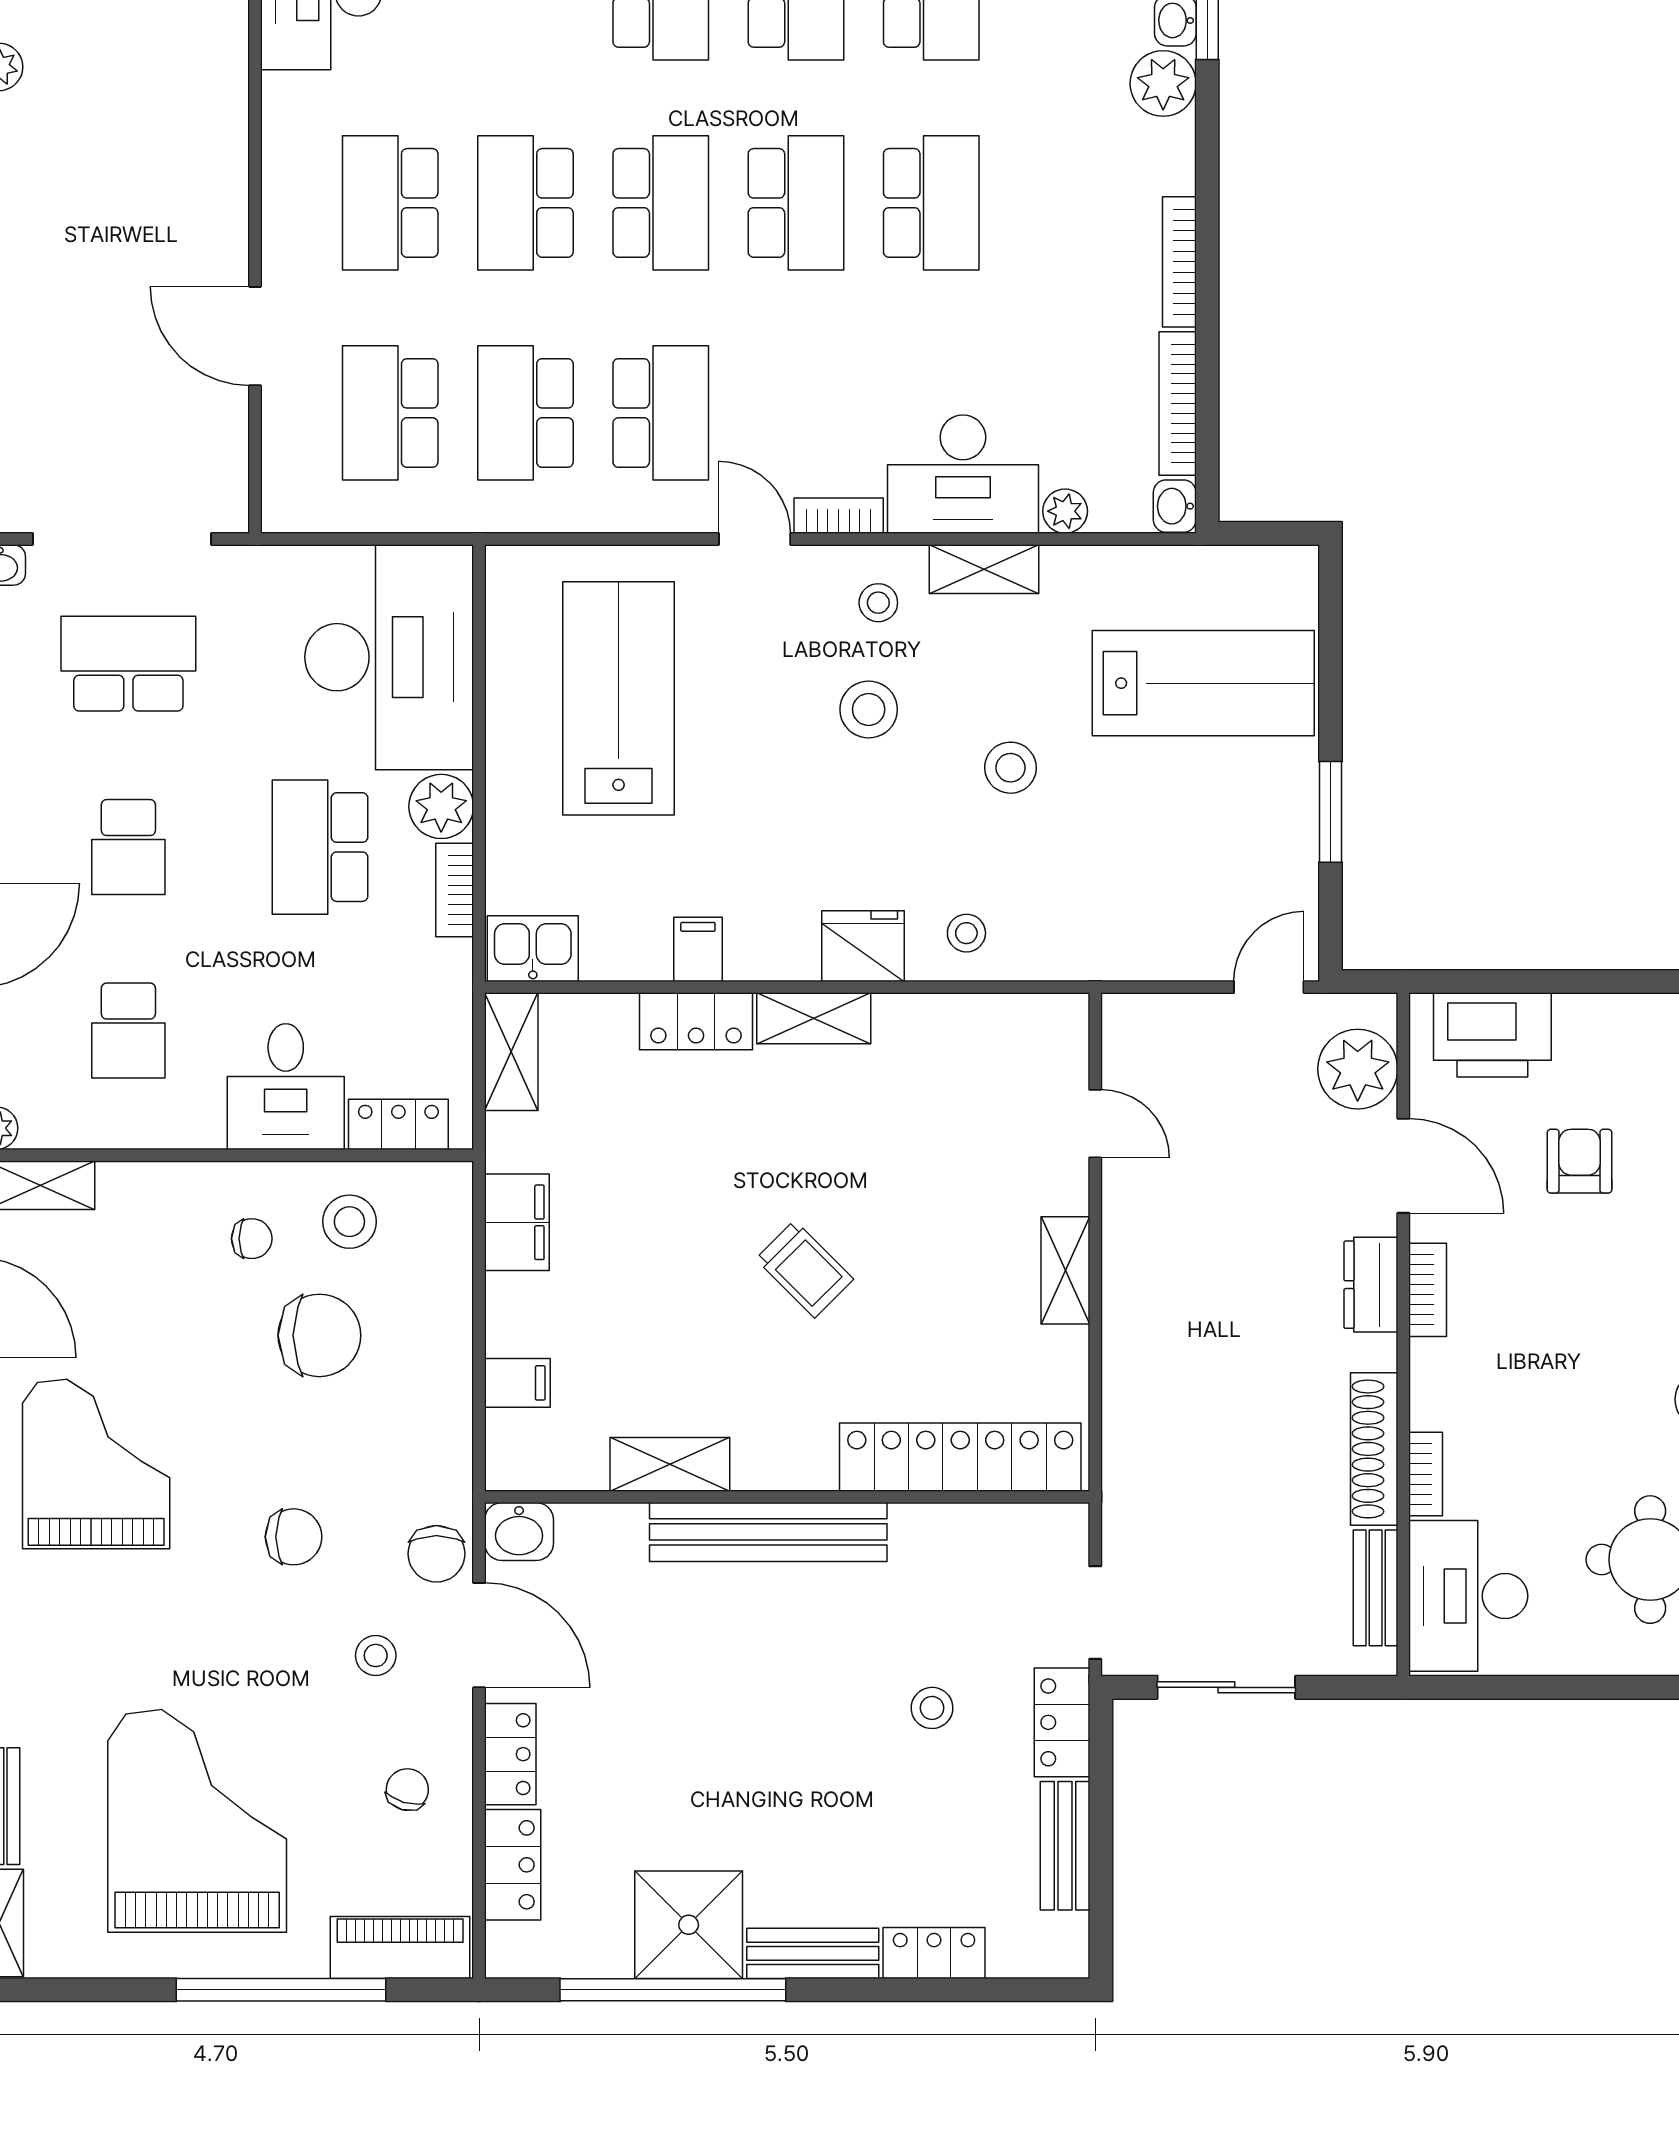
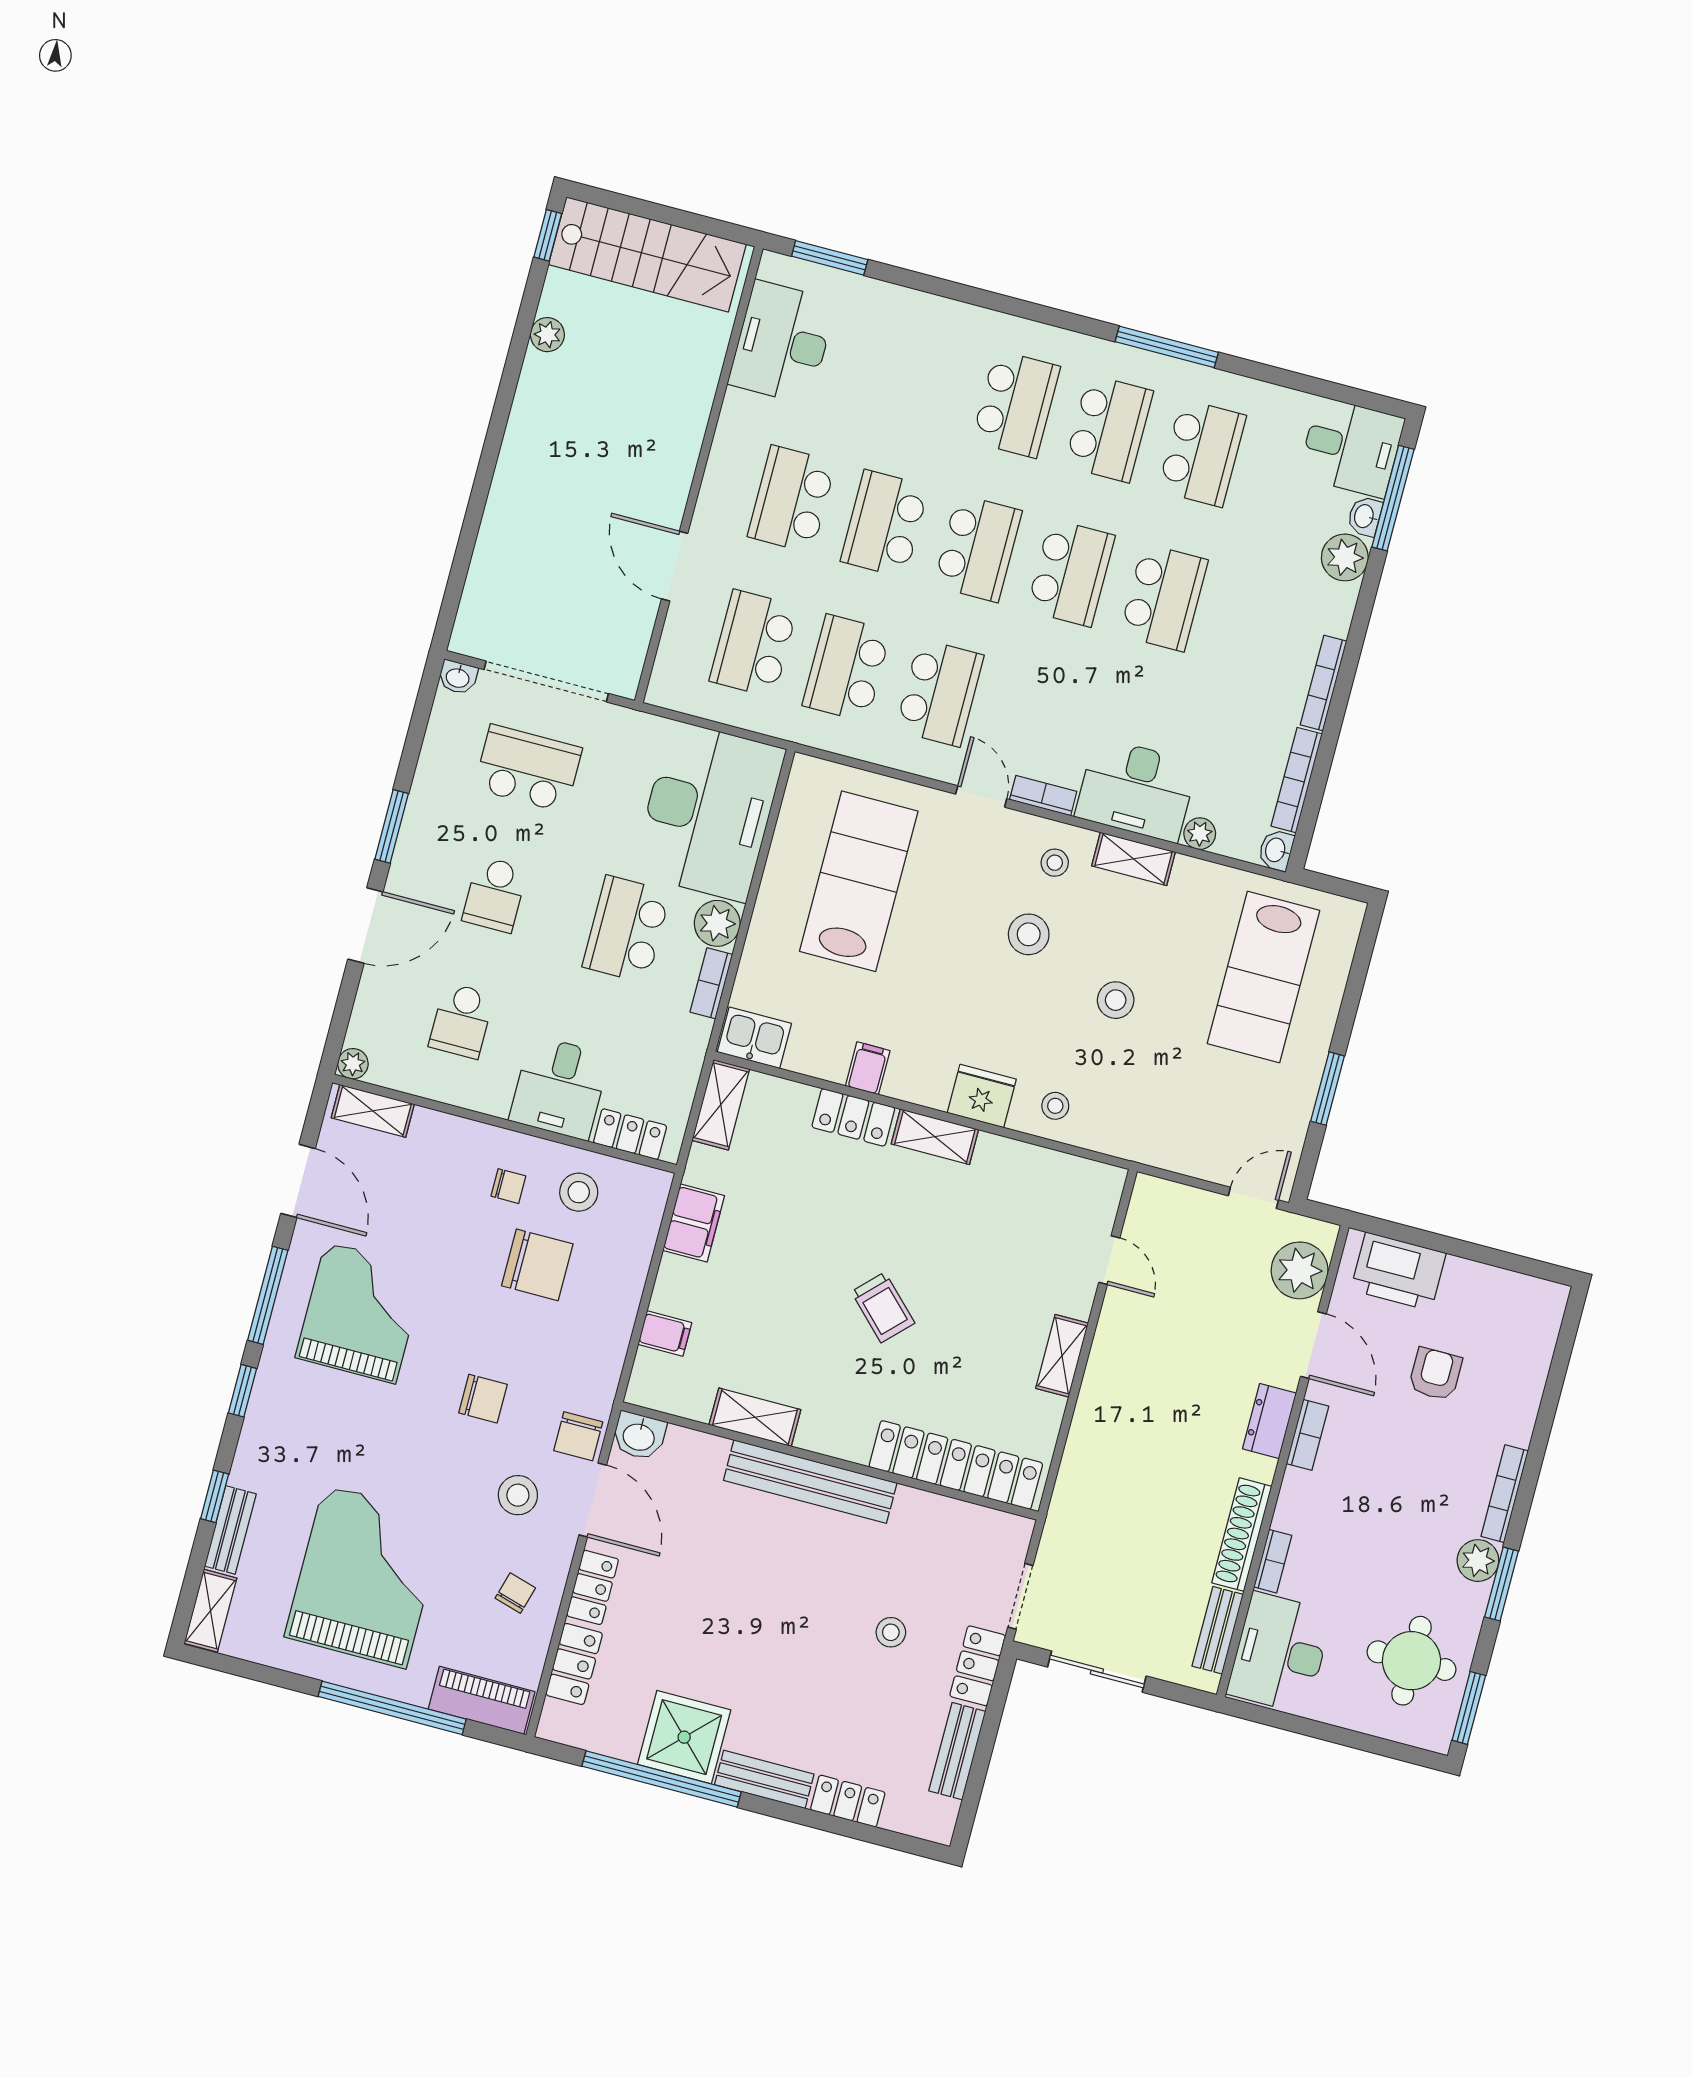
lab bench: (1203, 683) -> (1263, 977), turned 90
stool: (376, 1655) -> (518, 1495), width x1.37, depth x1.37

